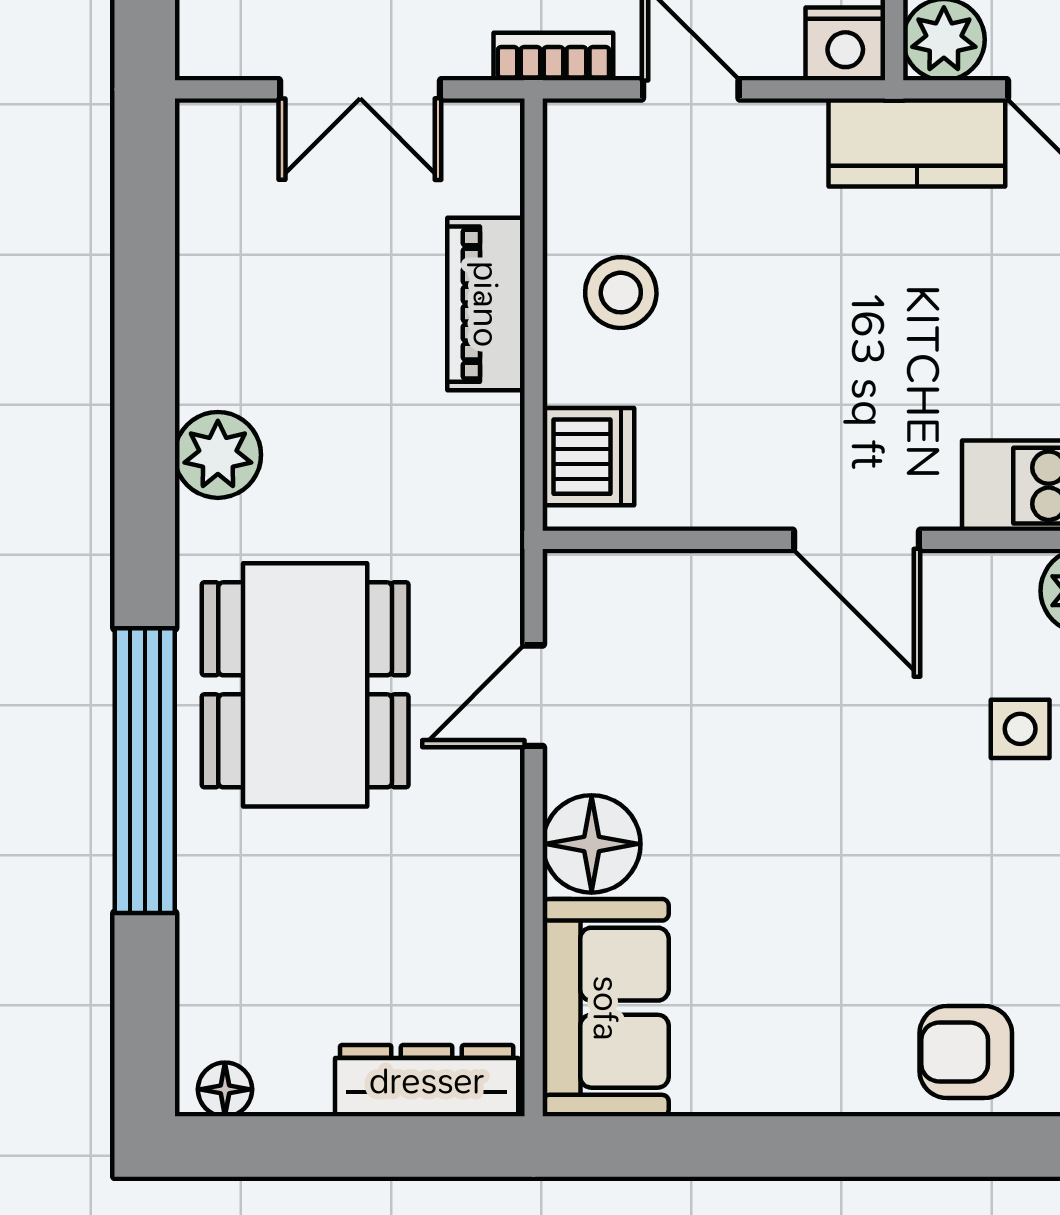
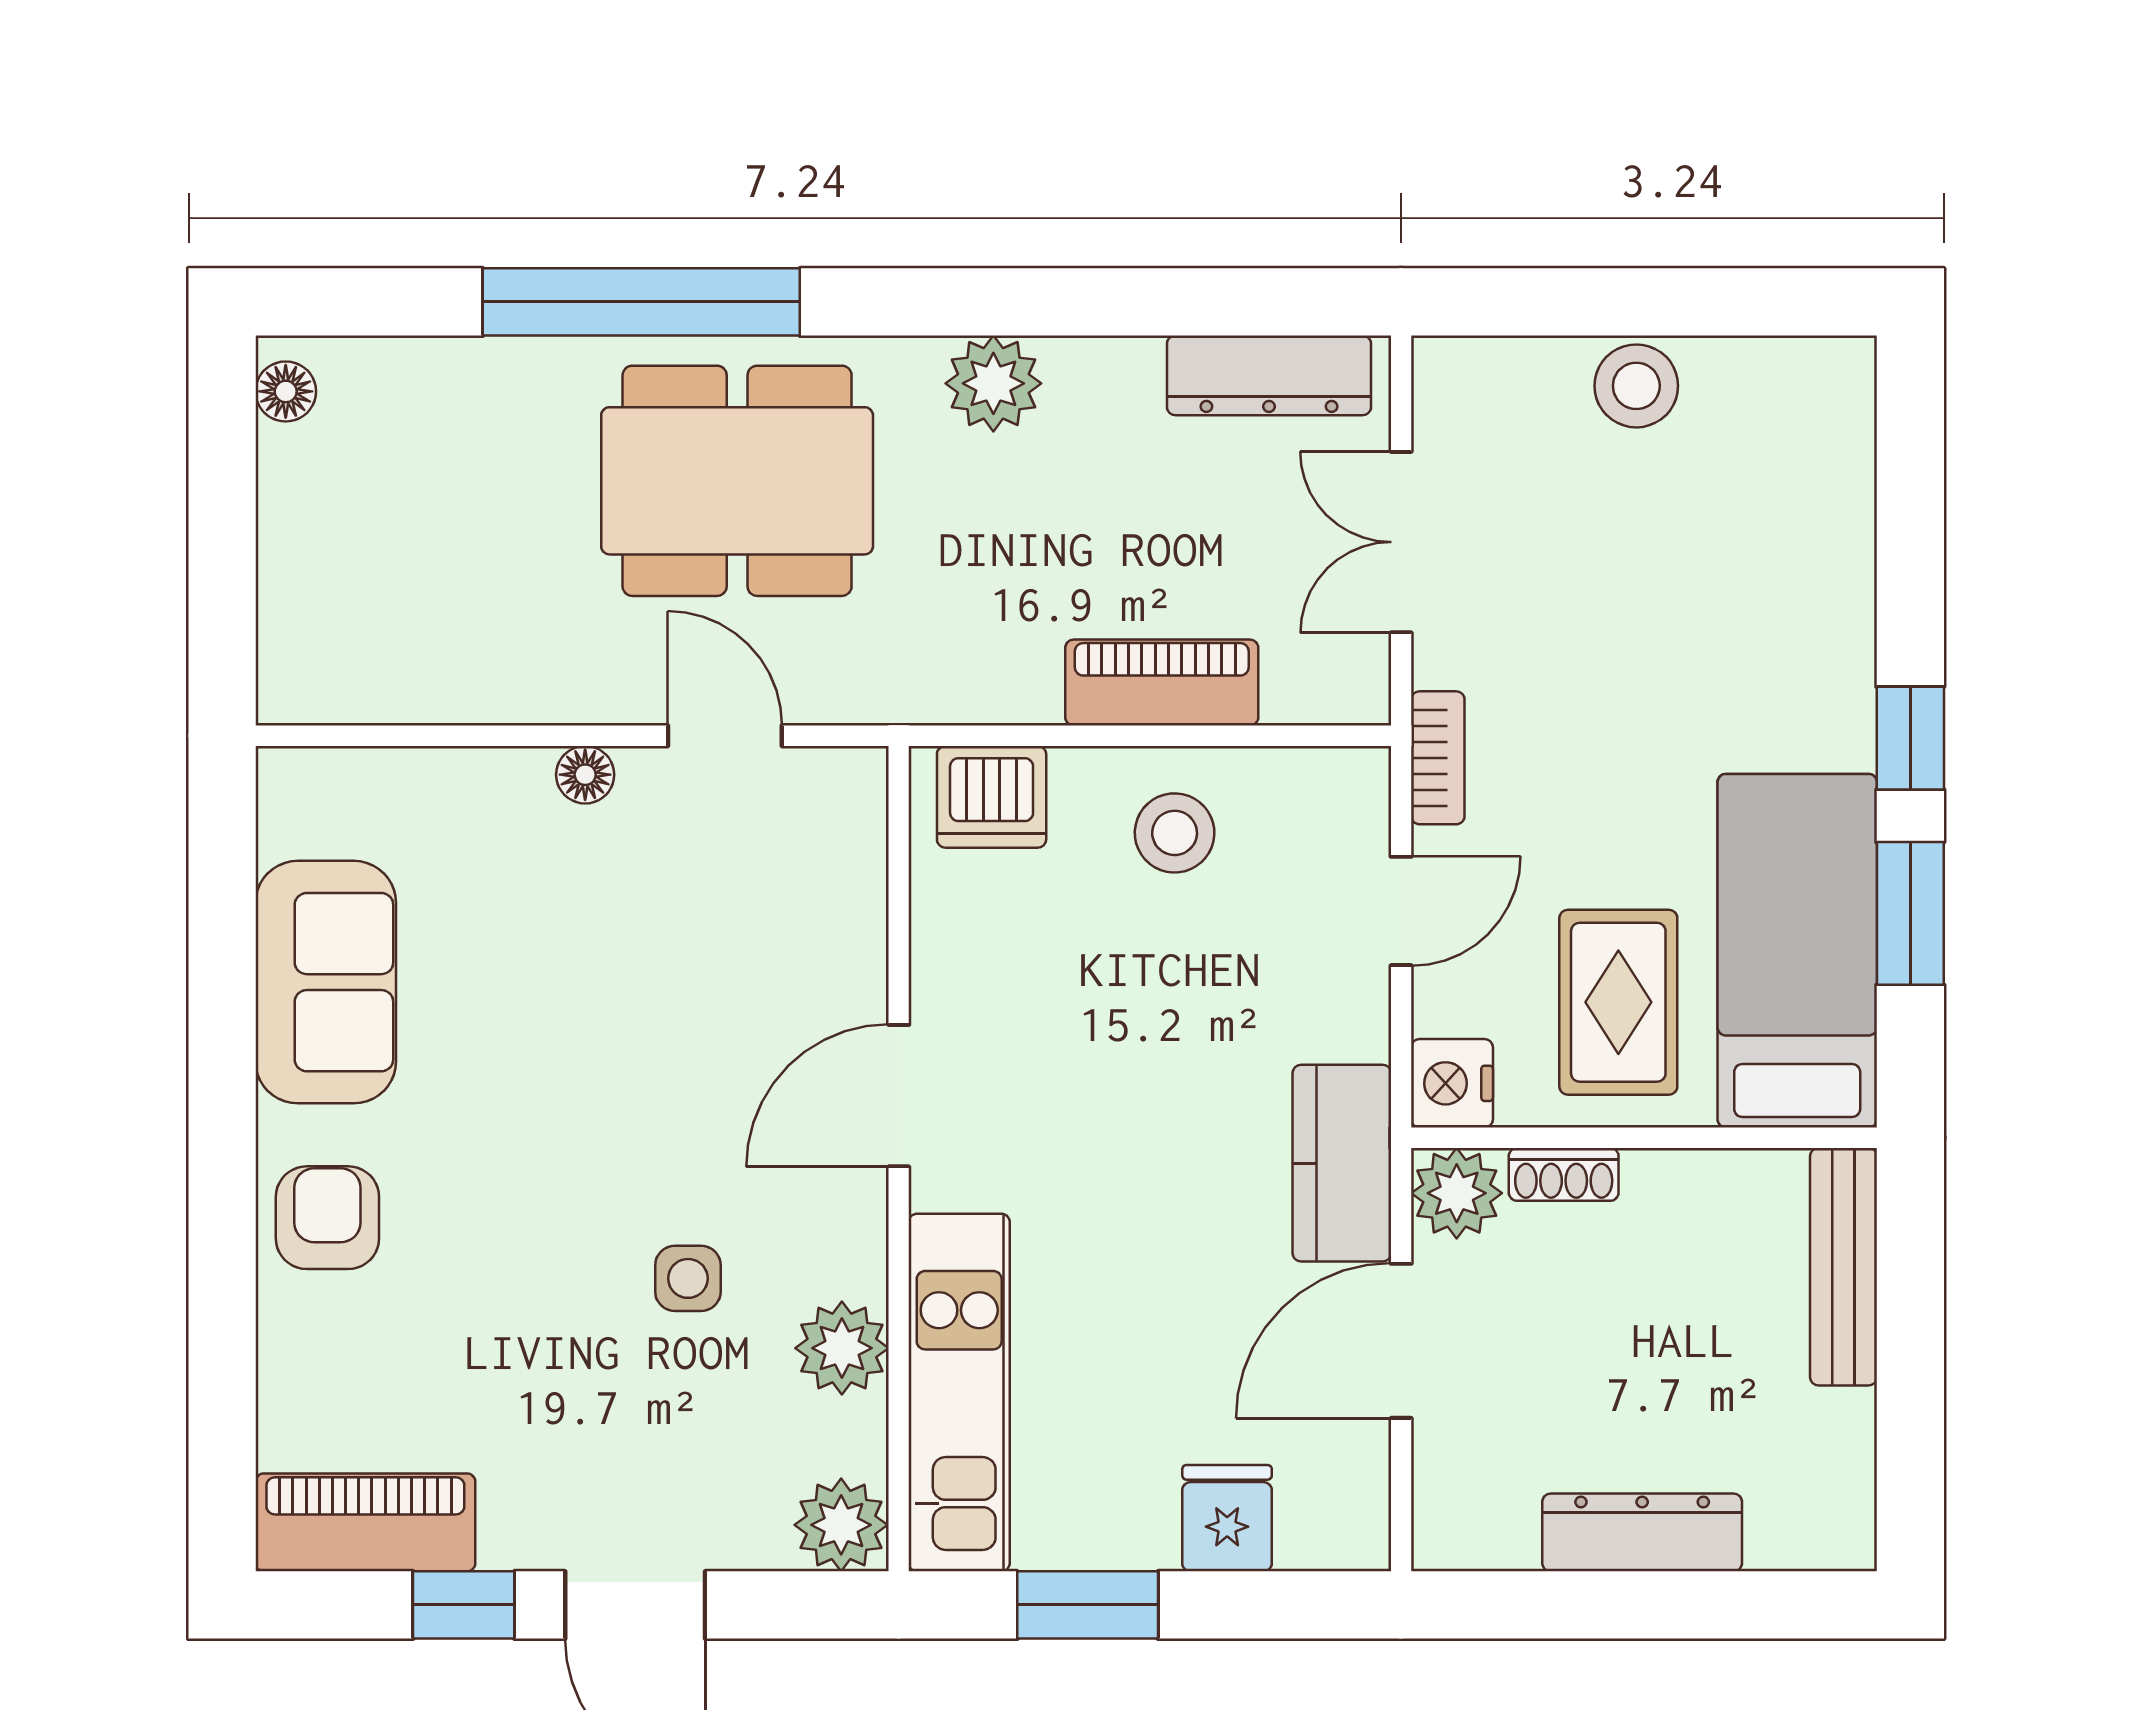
floor lamp: (592, 844) -> (585, 775), width x0.53, depth x0.53
sofa: (606, 1008) -> (326, 982), moved, turned -90
dresser: (427, 1081) -> (1269, 375), moved, turned 90

